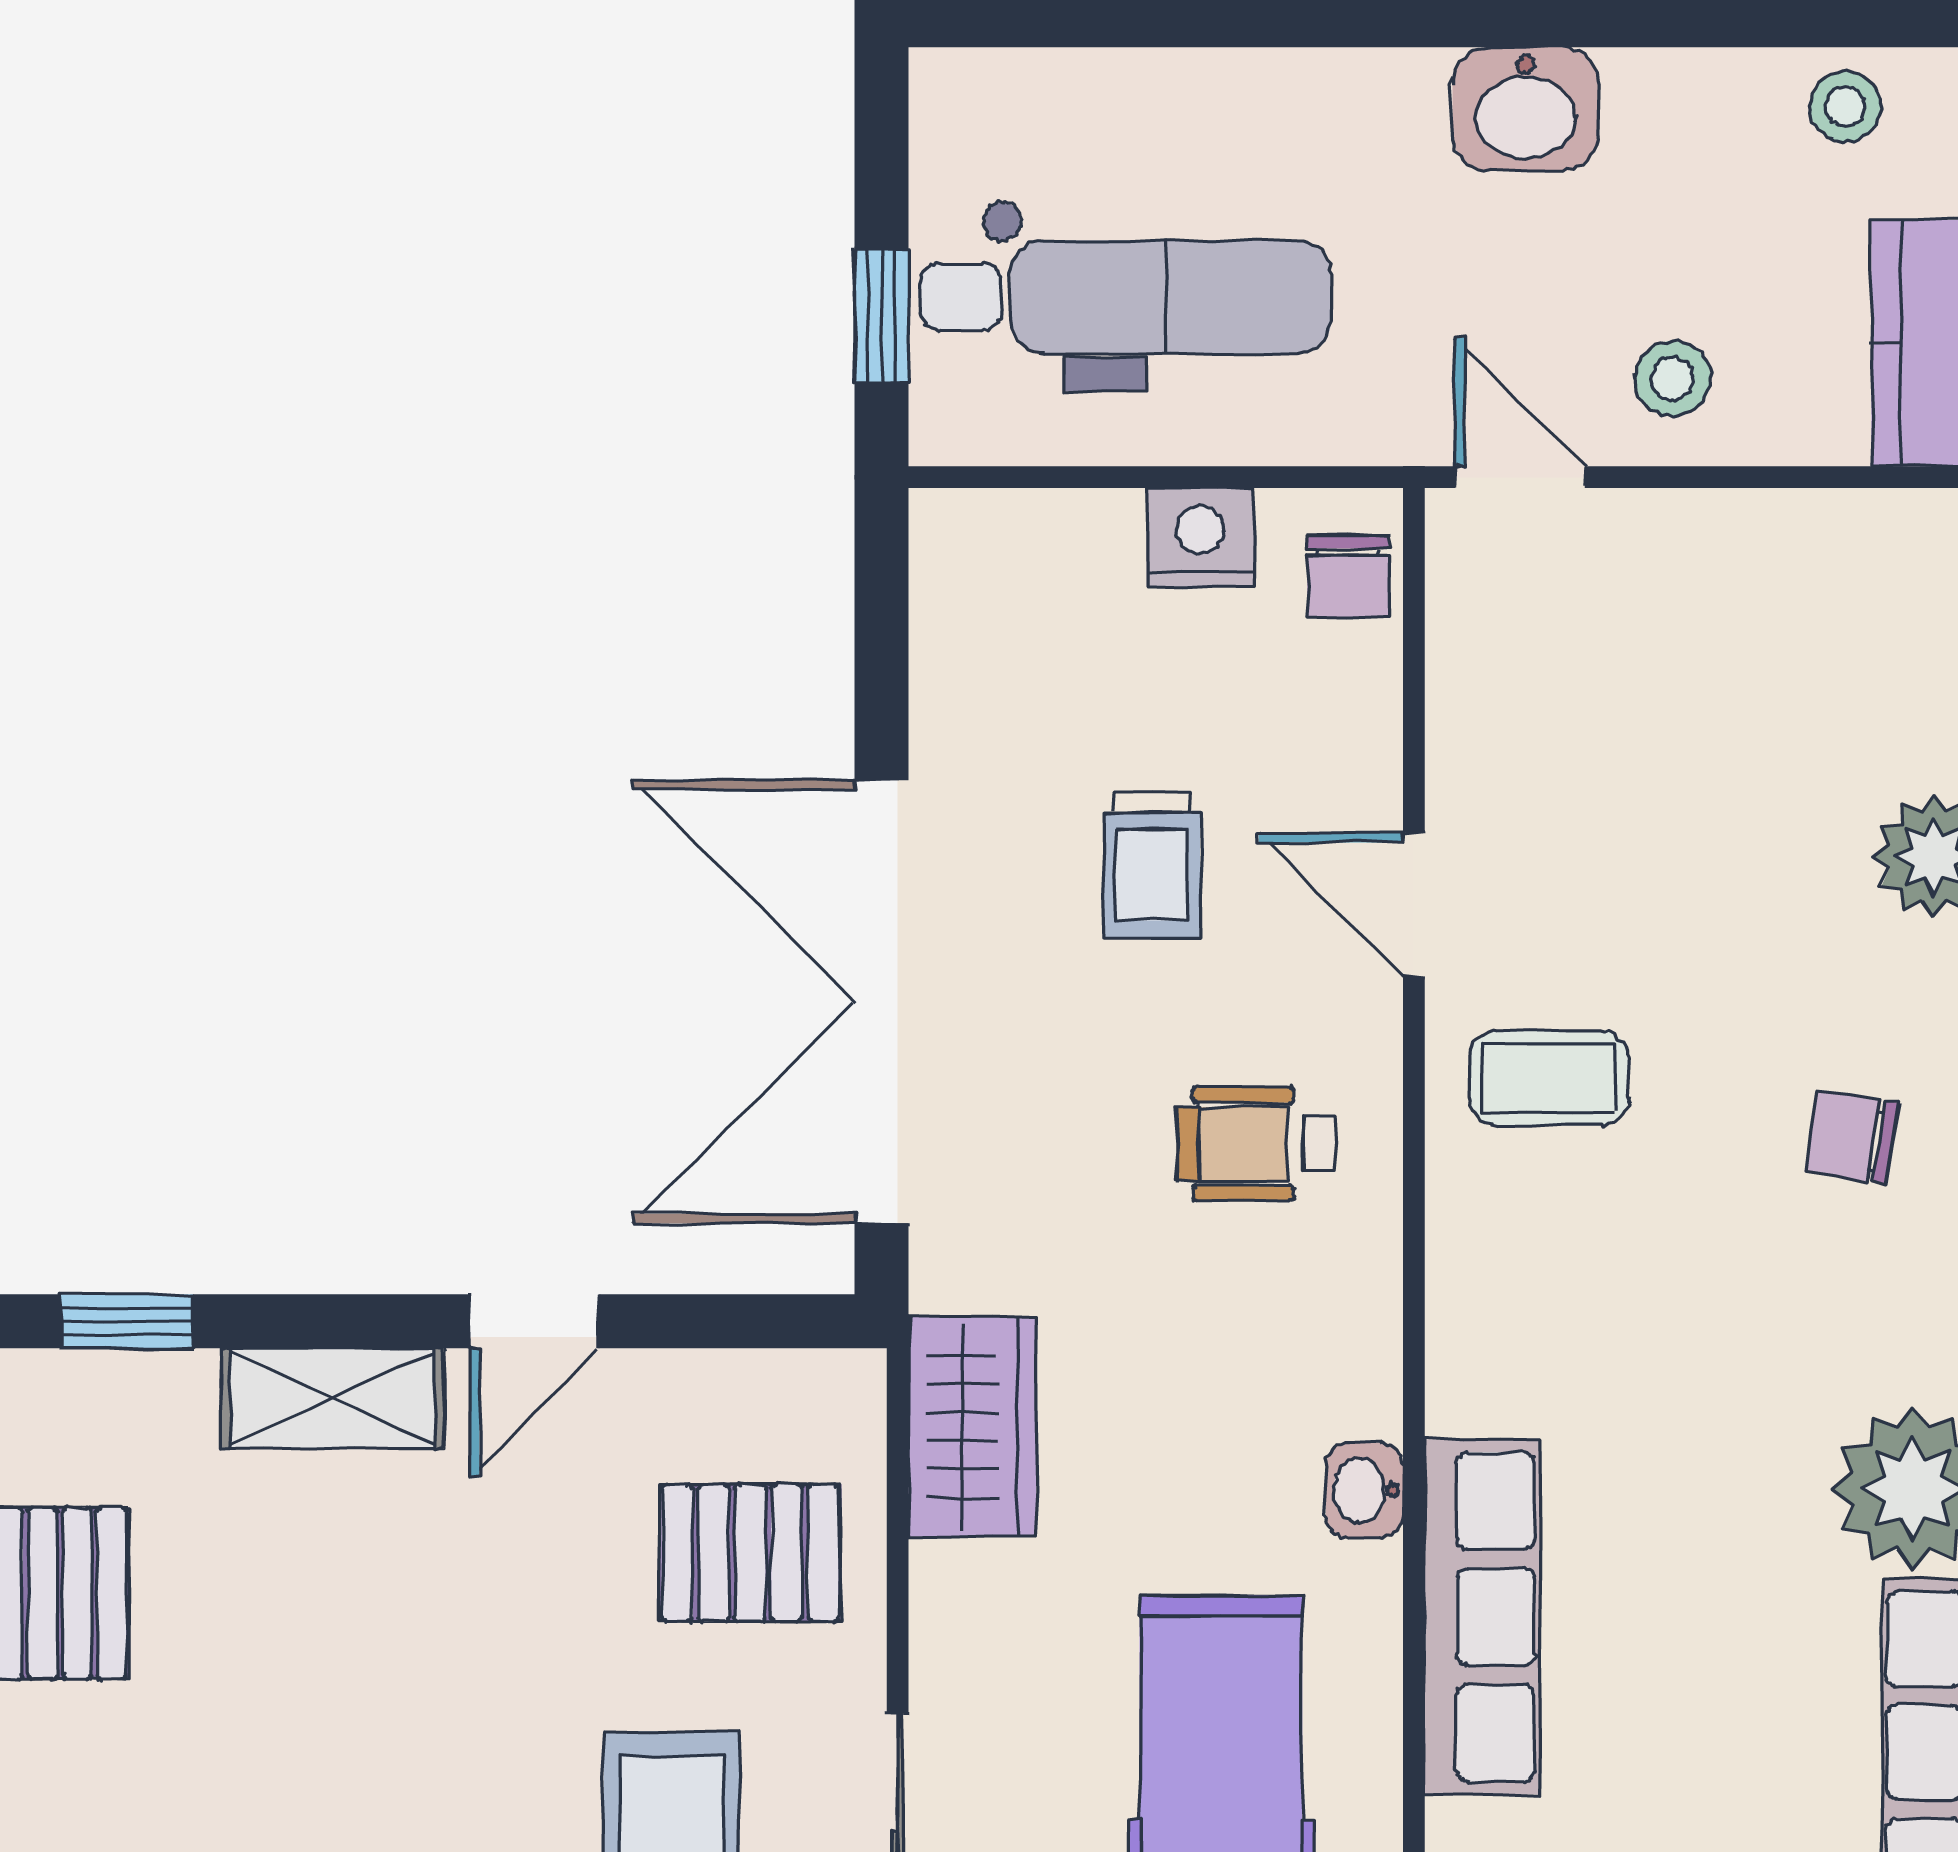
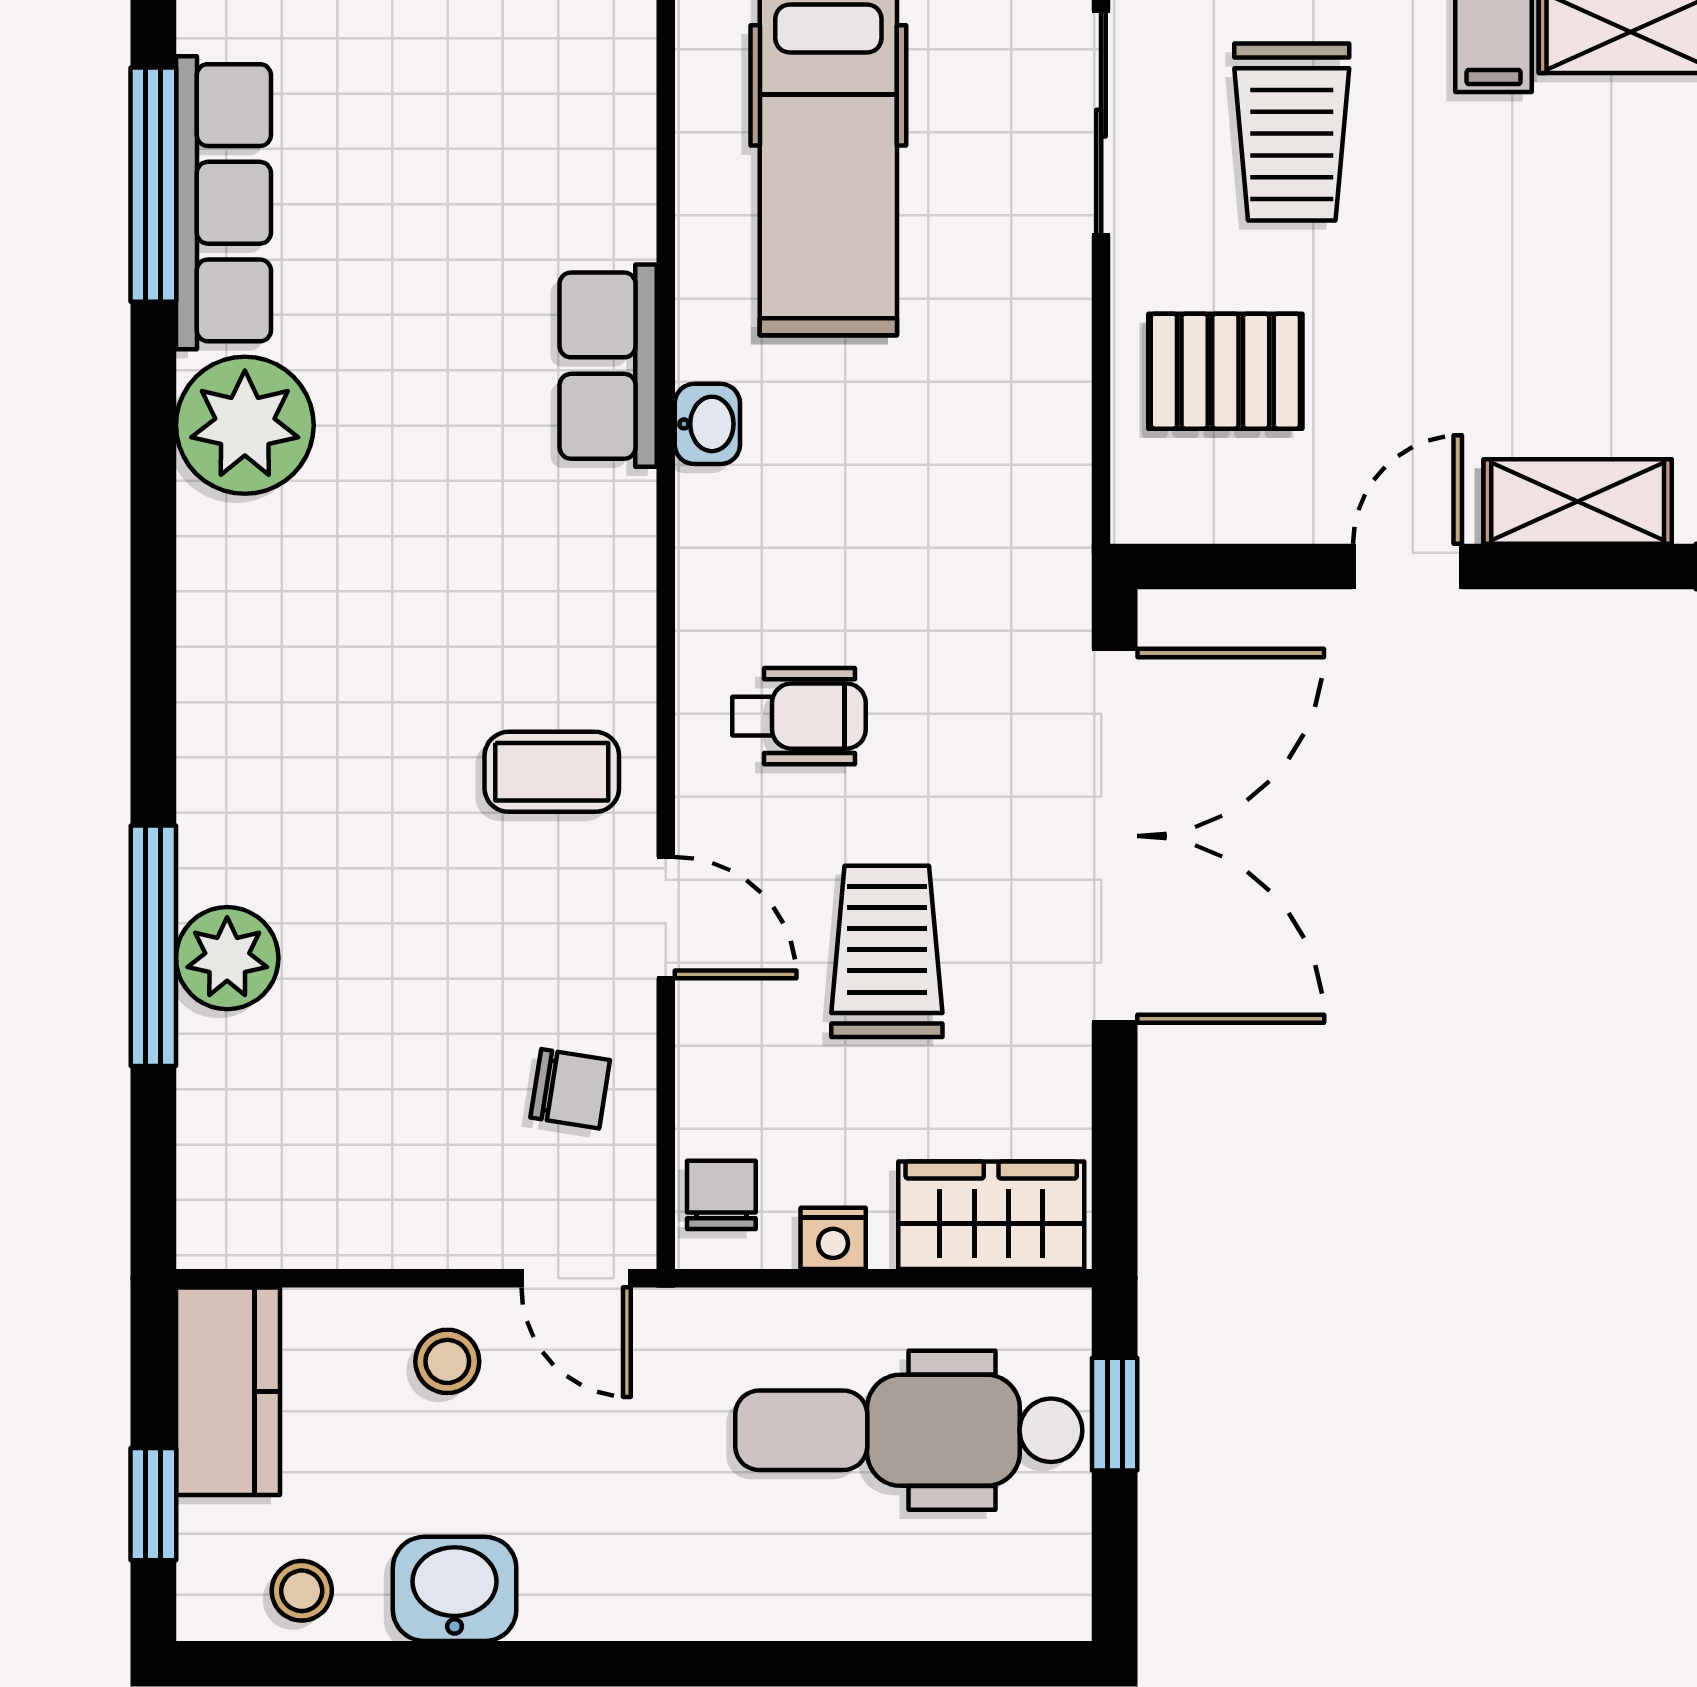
washbasin: (1526, 109) -> (455, 1589), moved
nightstand: (1200, 537) -> (833, 1238), width x0.72, depth x0.74
trolley: (1152, 865) -> (887, 951), width x1.36, depth x1.39
chair: (1852, 1137) -> (570, 1089), moved
wardrobe: (972, 1427) -> (991, 1215), moved, turned 90
row of seats: (1482, 1617) -> (608, 366), width x0.68

